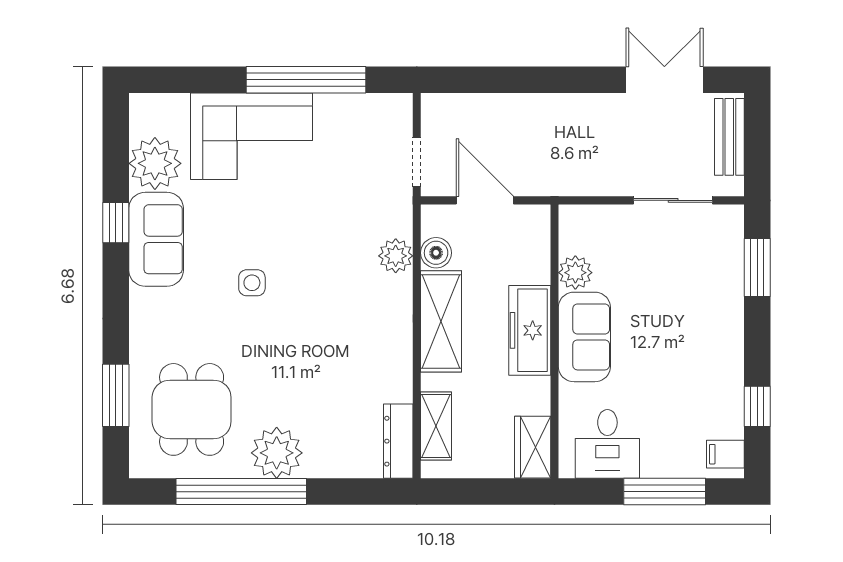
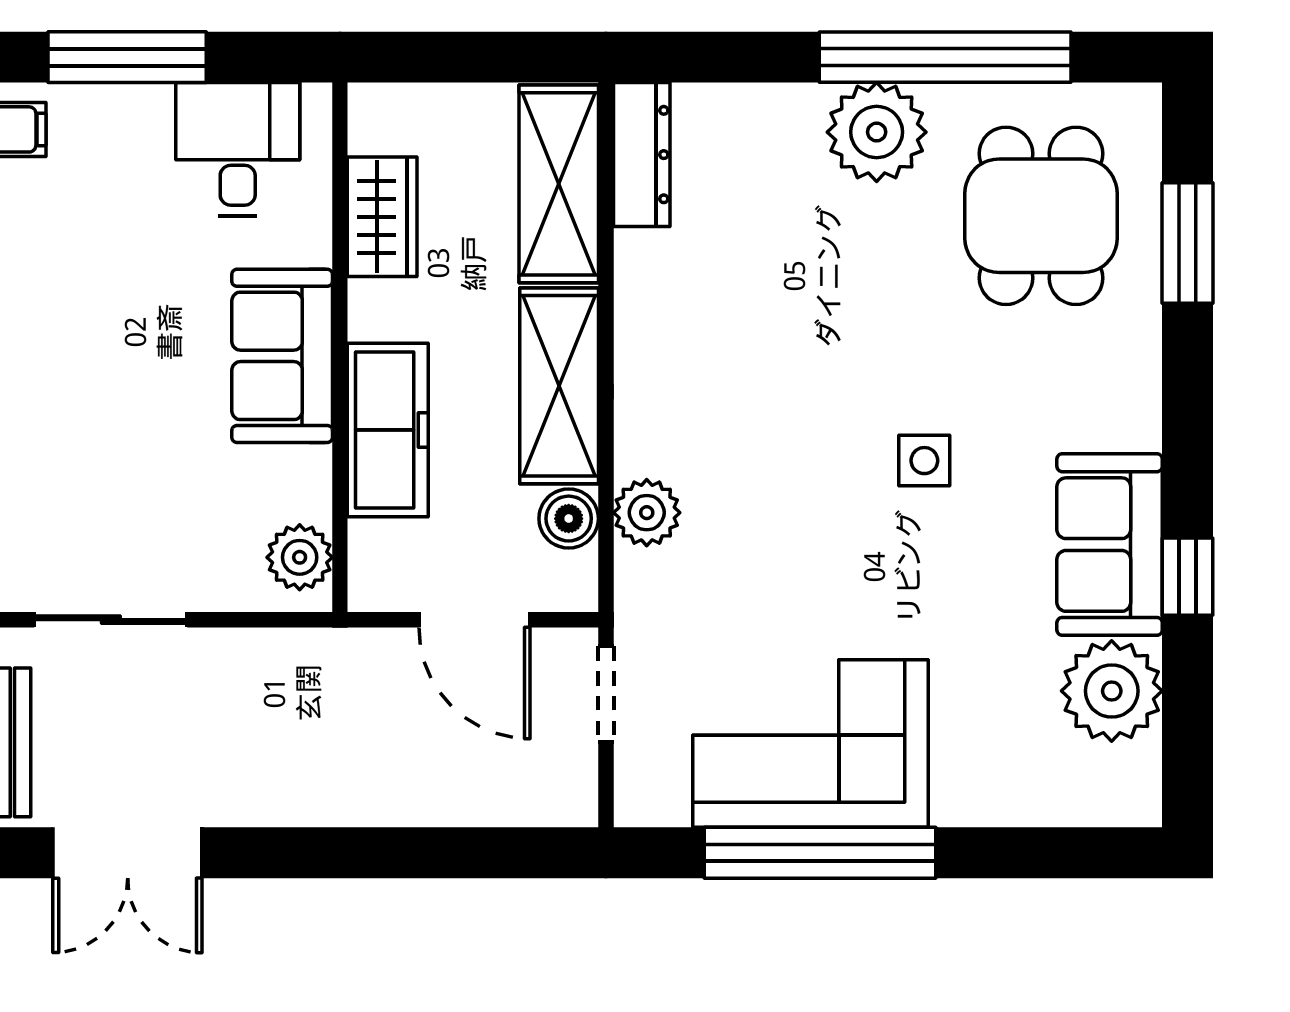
corner sofa: (252, 136) -> (811, 744), moved
plant: (575, 273) -> (300, 557), moved
freezer: (530, 330) -> (388, 430), moved
shelving: (436, 426) -> (559, 184), width x1.50, depth x1.33
wardrobe: (533, 447) -> (382, 217), moved

